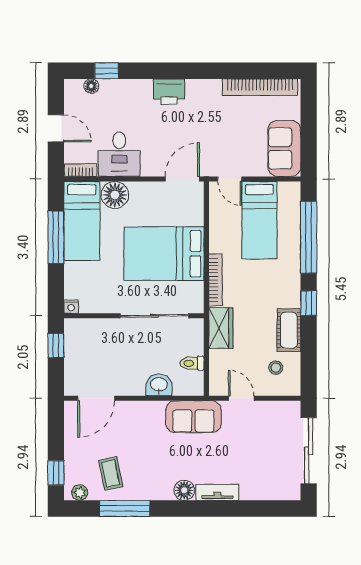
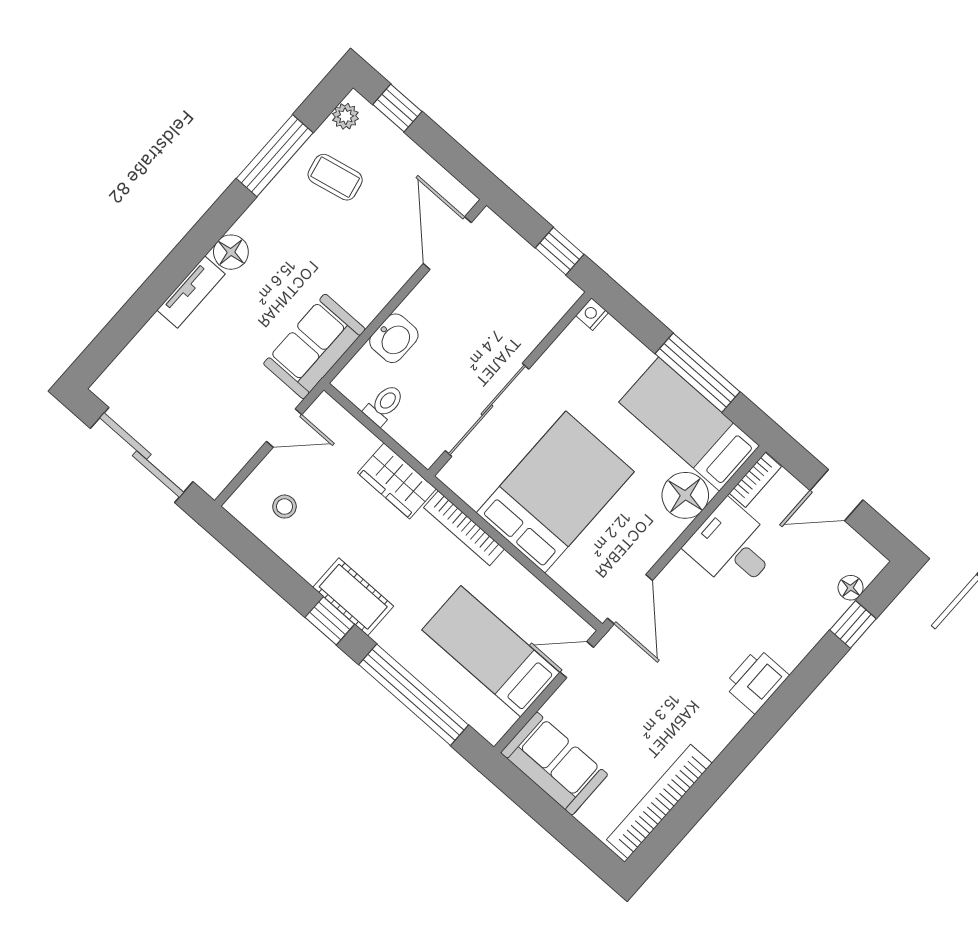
cot: (289, 330) -> (353, 597), moved

